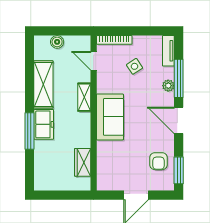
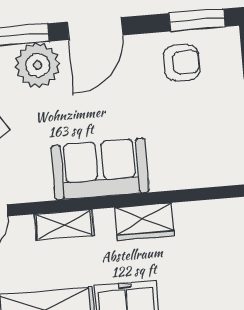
plant: (168, 86) -> (38, 65), width x1.88, depth x1.88
wardrobe: (83, 162) -> (144, 222), moved

